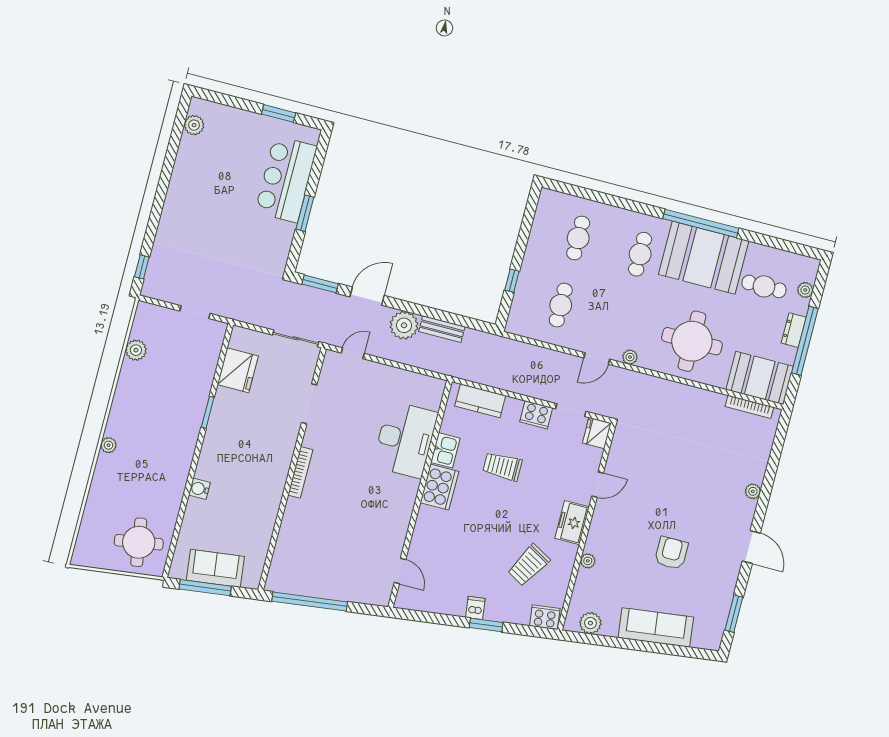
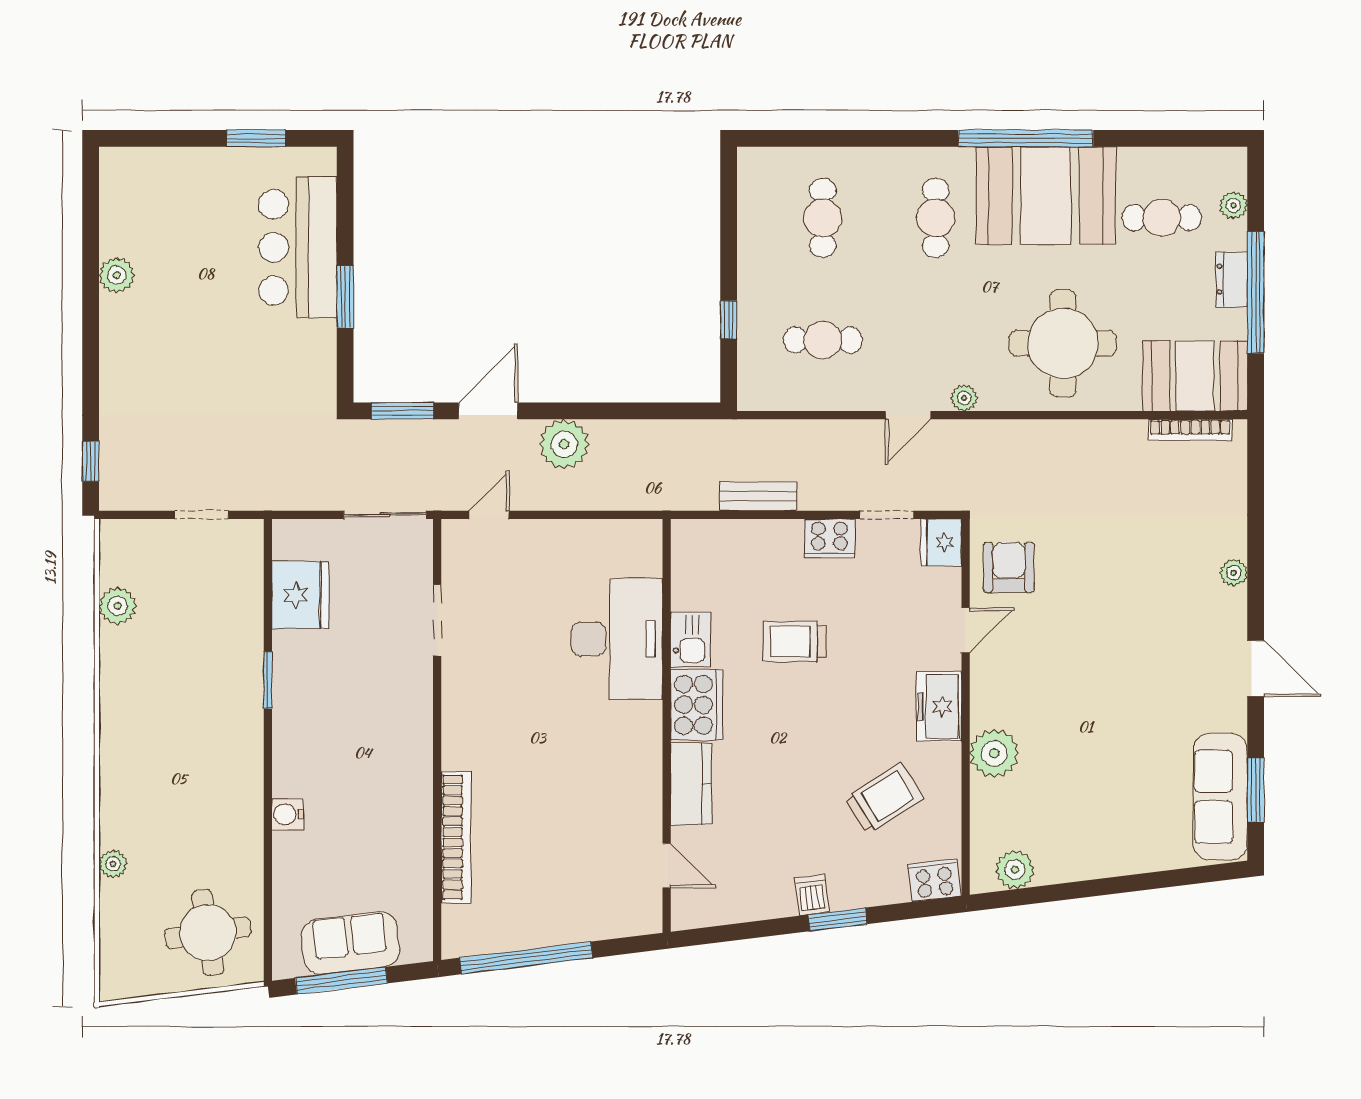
plant: (194, 125) -> (117, 275), moved
cafe table: (561, 305) -> (823, 340), turned 90
bench: (442, 329) -> (758, 496), moved
kitchen counter: (480, 401) -> (691, 784), moved, turned -90
plant: (109, 445) -> (113, 864), moved
bookcase: (300, 472) -> (456, 837), moved, width x1.48, depth x1.31
armchair: (671, 553) -> (1009, 567), moved
plant: (588, 561) -> (994, 753), width x1.88, depth x1.88
trolley: (529, 565) -> (884, 798), turned -152
sofa: (656, 627) -> (1220, 797), moved, turned -83

